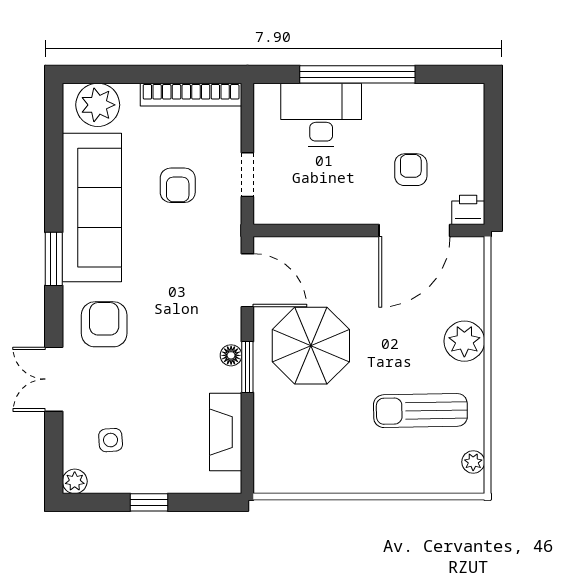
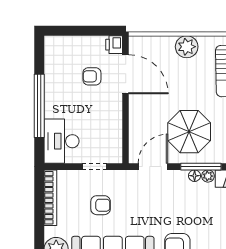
desk: (321, 115) -> (62, 141), moved
window: (247, 367) -> (201, 167), width x1.44
plant: (230, 380) -> (208, 176), added

